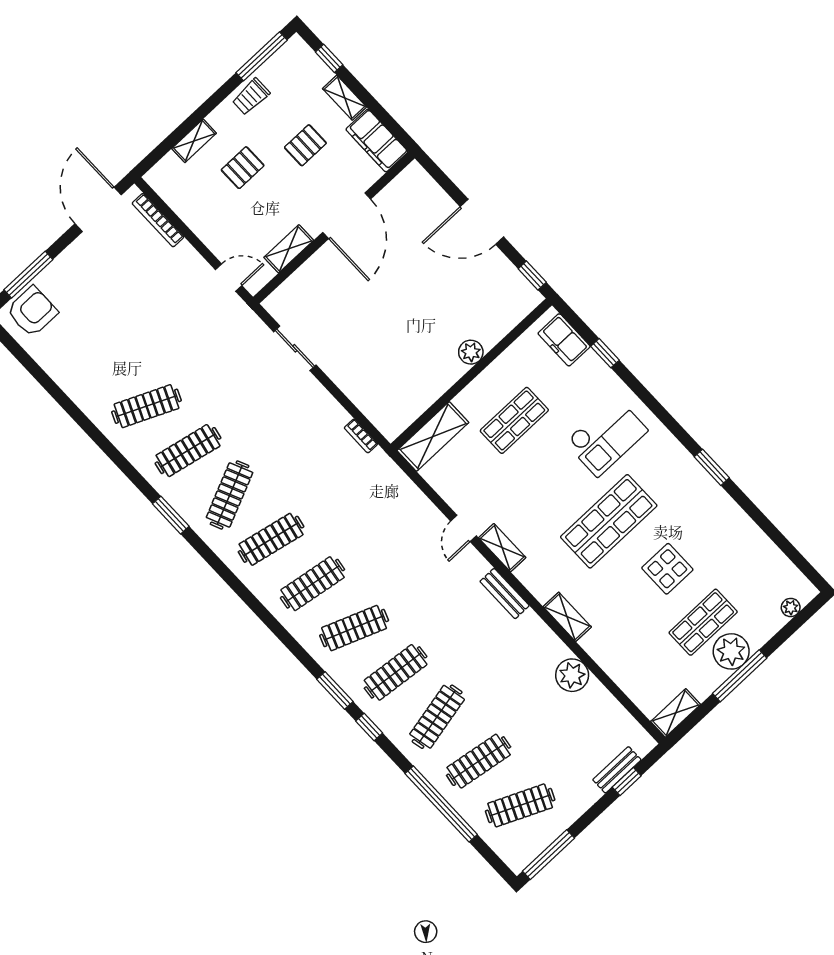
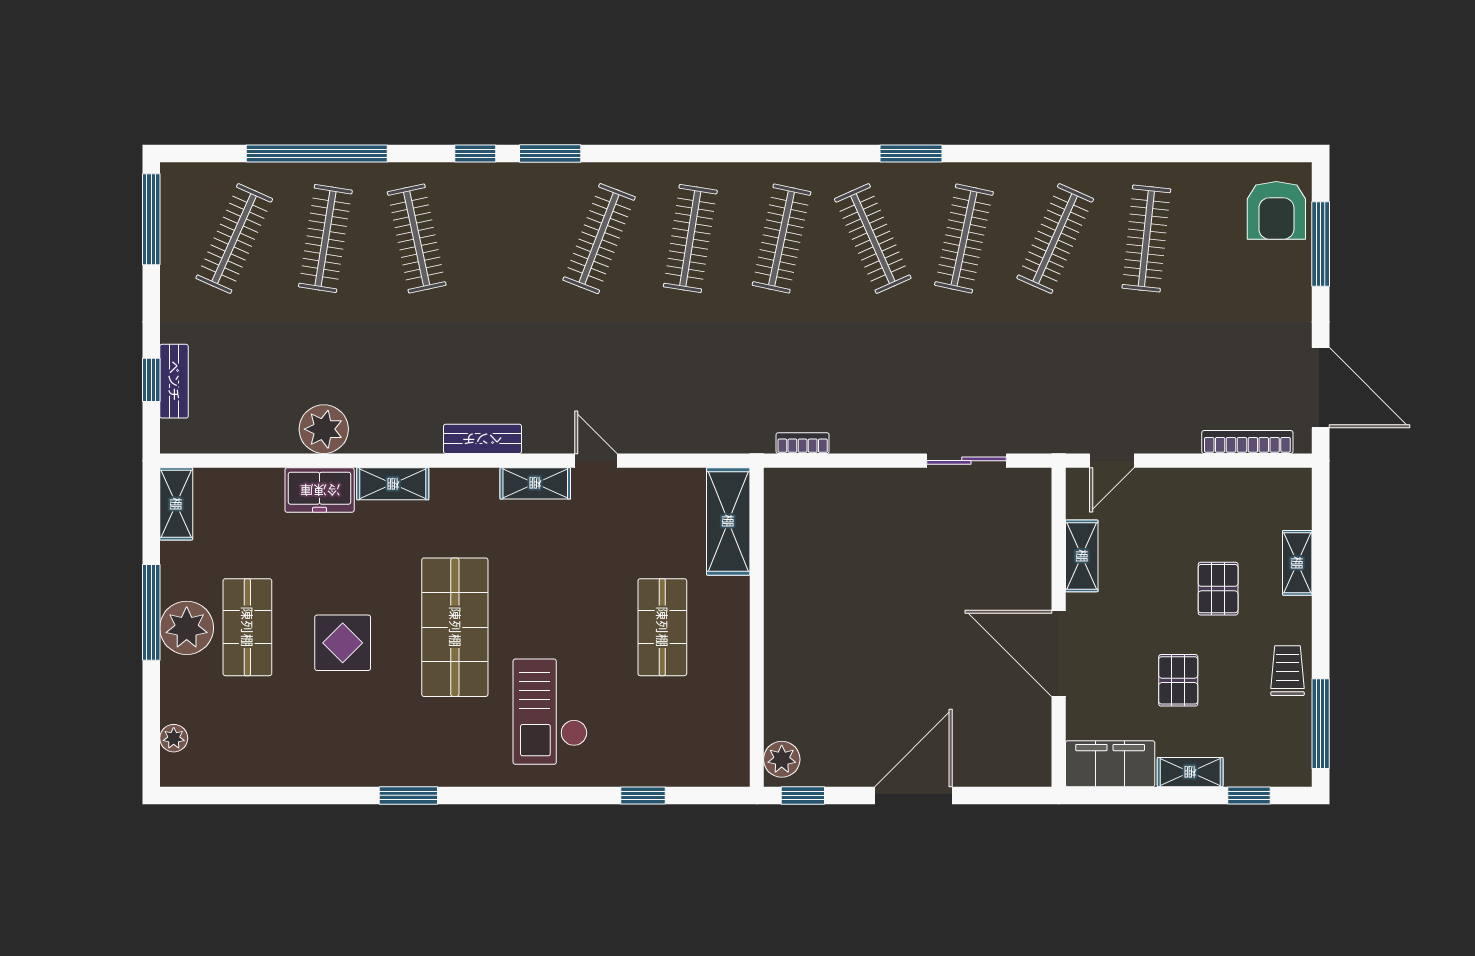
freezer: (564, 340) -> (320, 490), moved, turned 180
plant: (471, 352) -> (782, 759), moved
clothes rail: (396, 672) -> (1146, 239), moved

